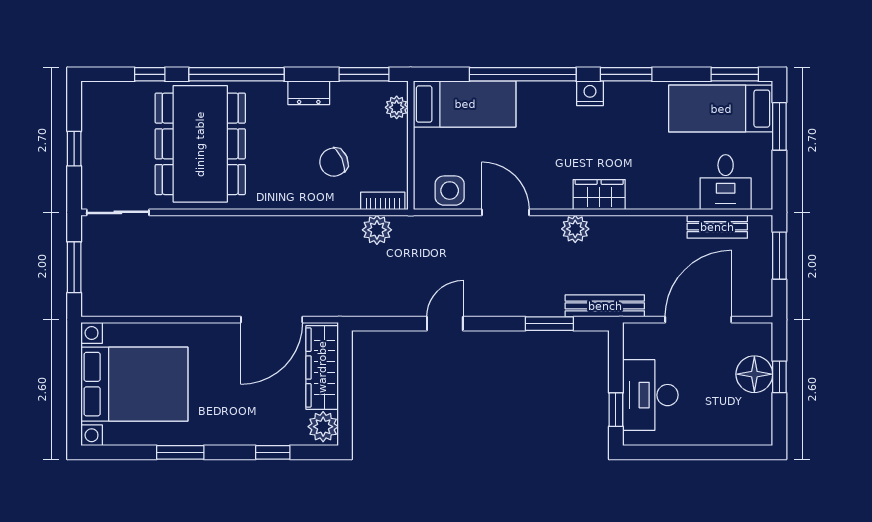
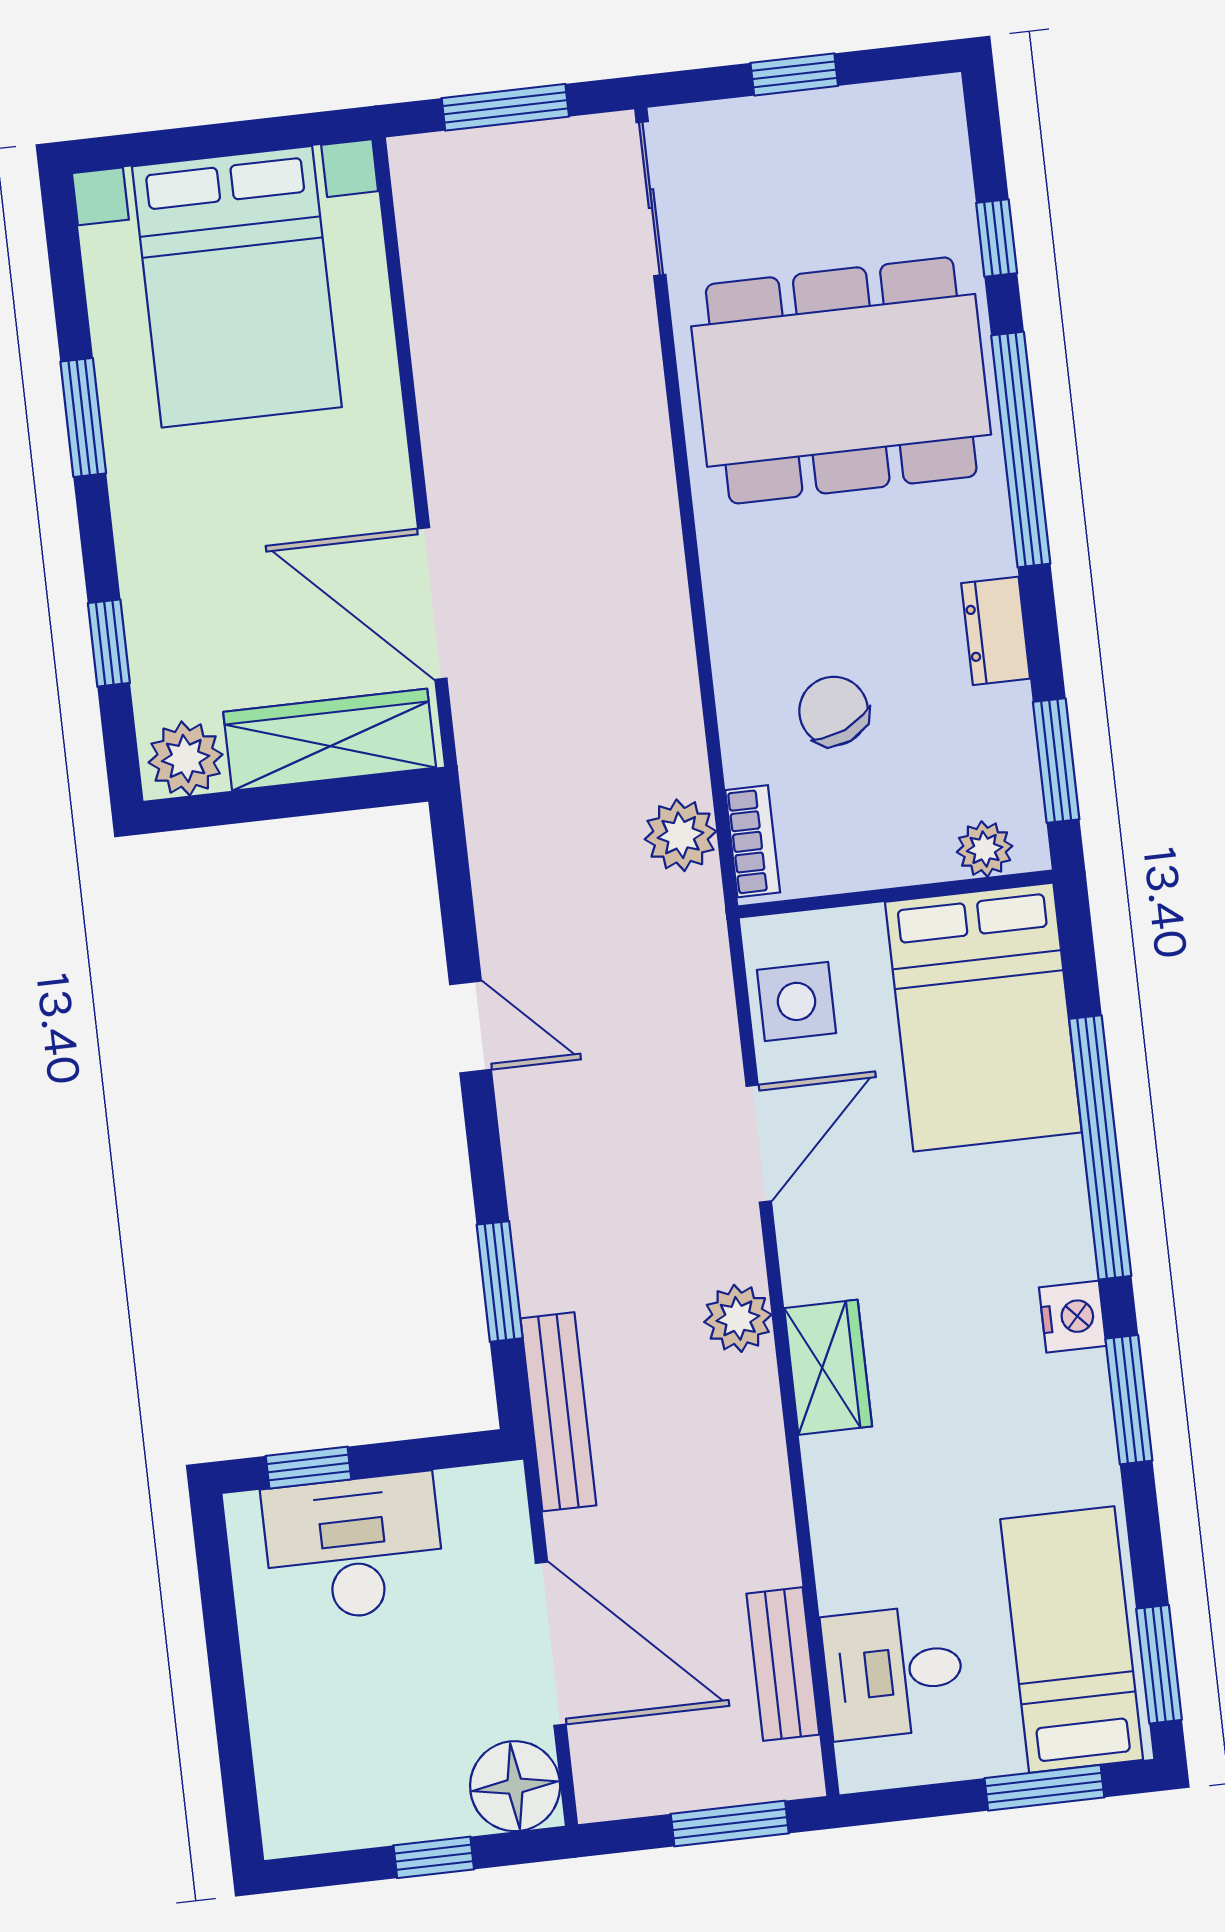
bed: (465, 104) -> (983, 1017), width x1.50
floor lamp: (754, 374) -> (515, 1786), moved

